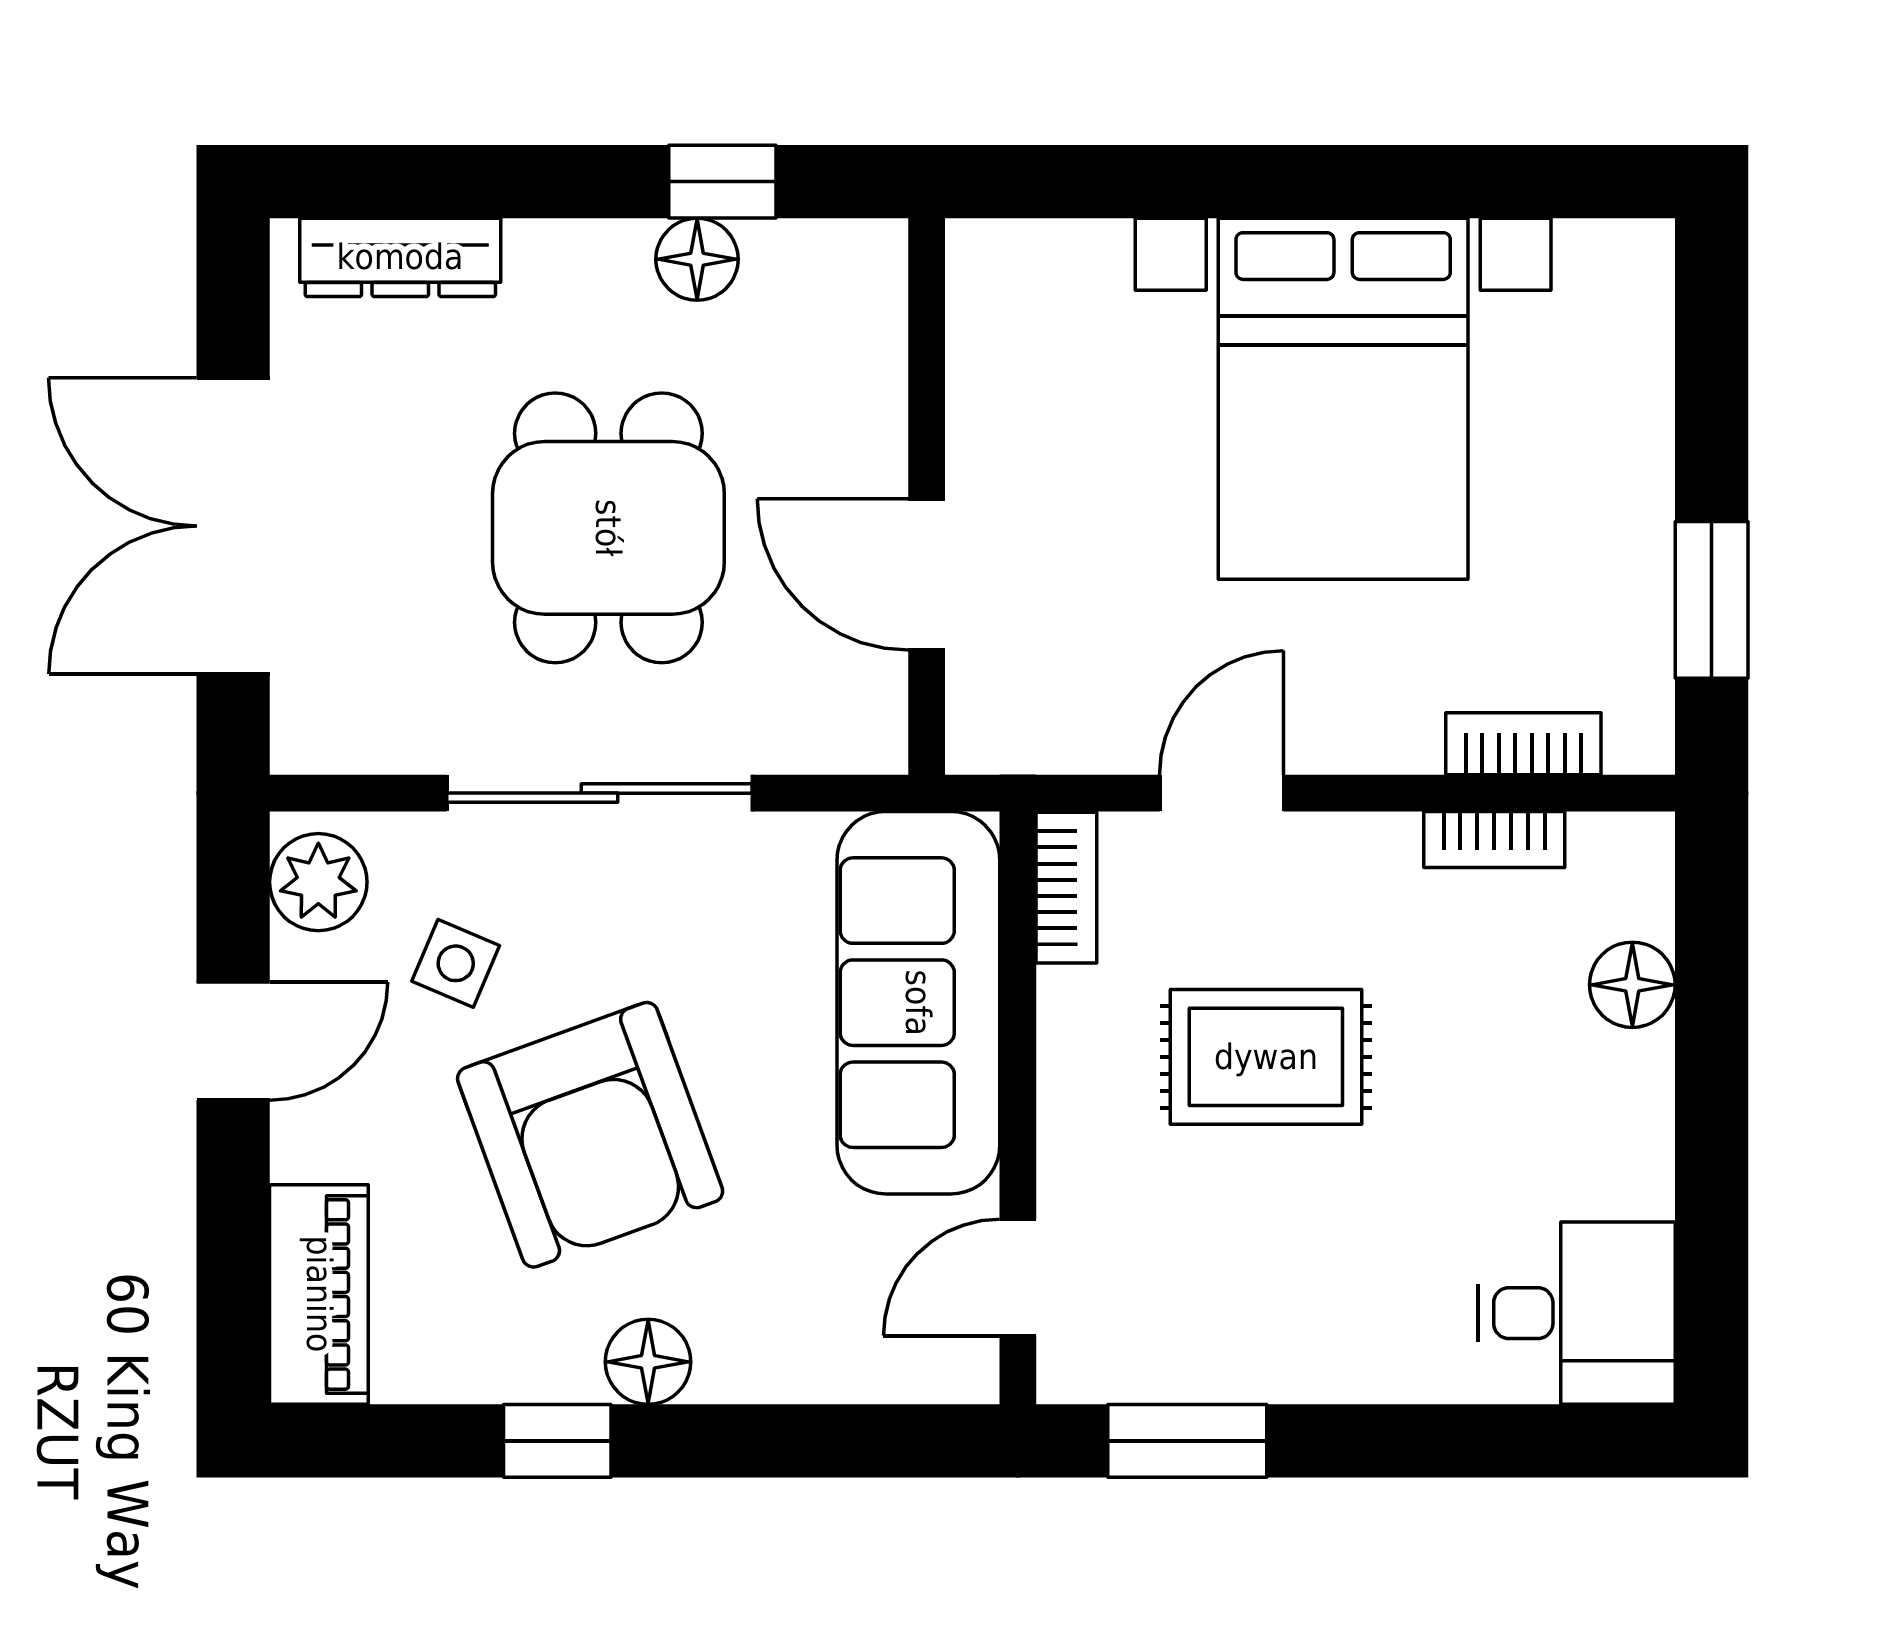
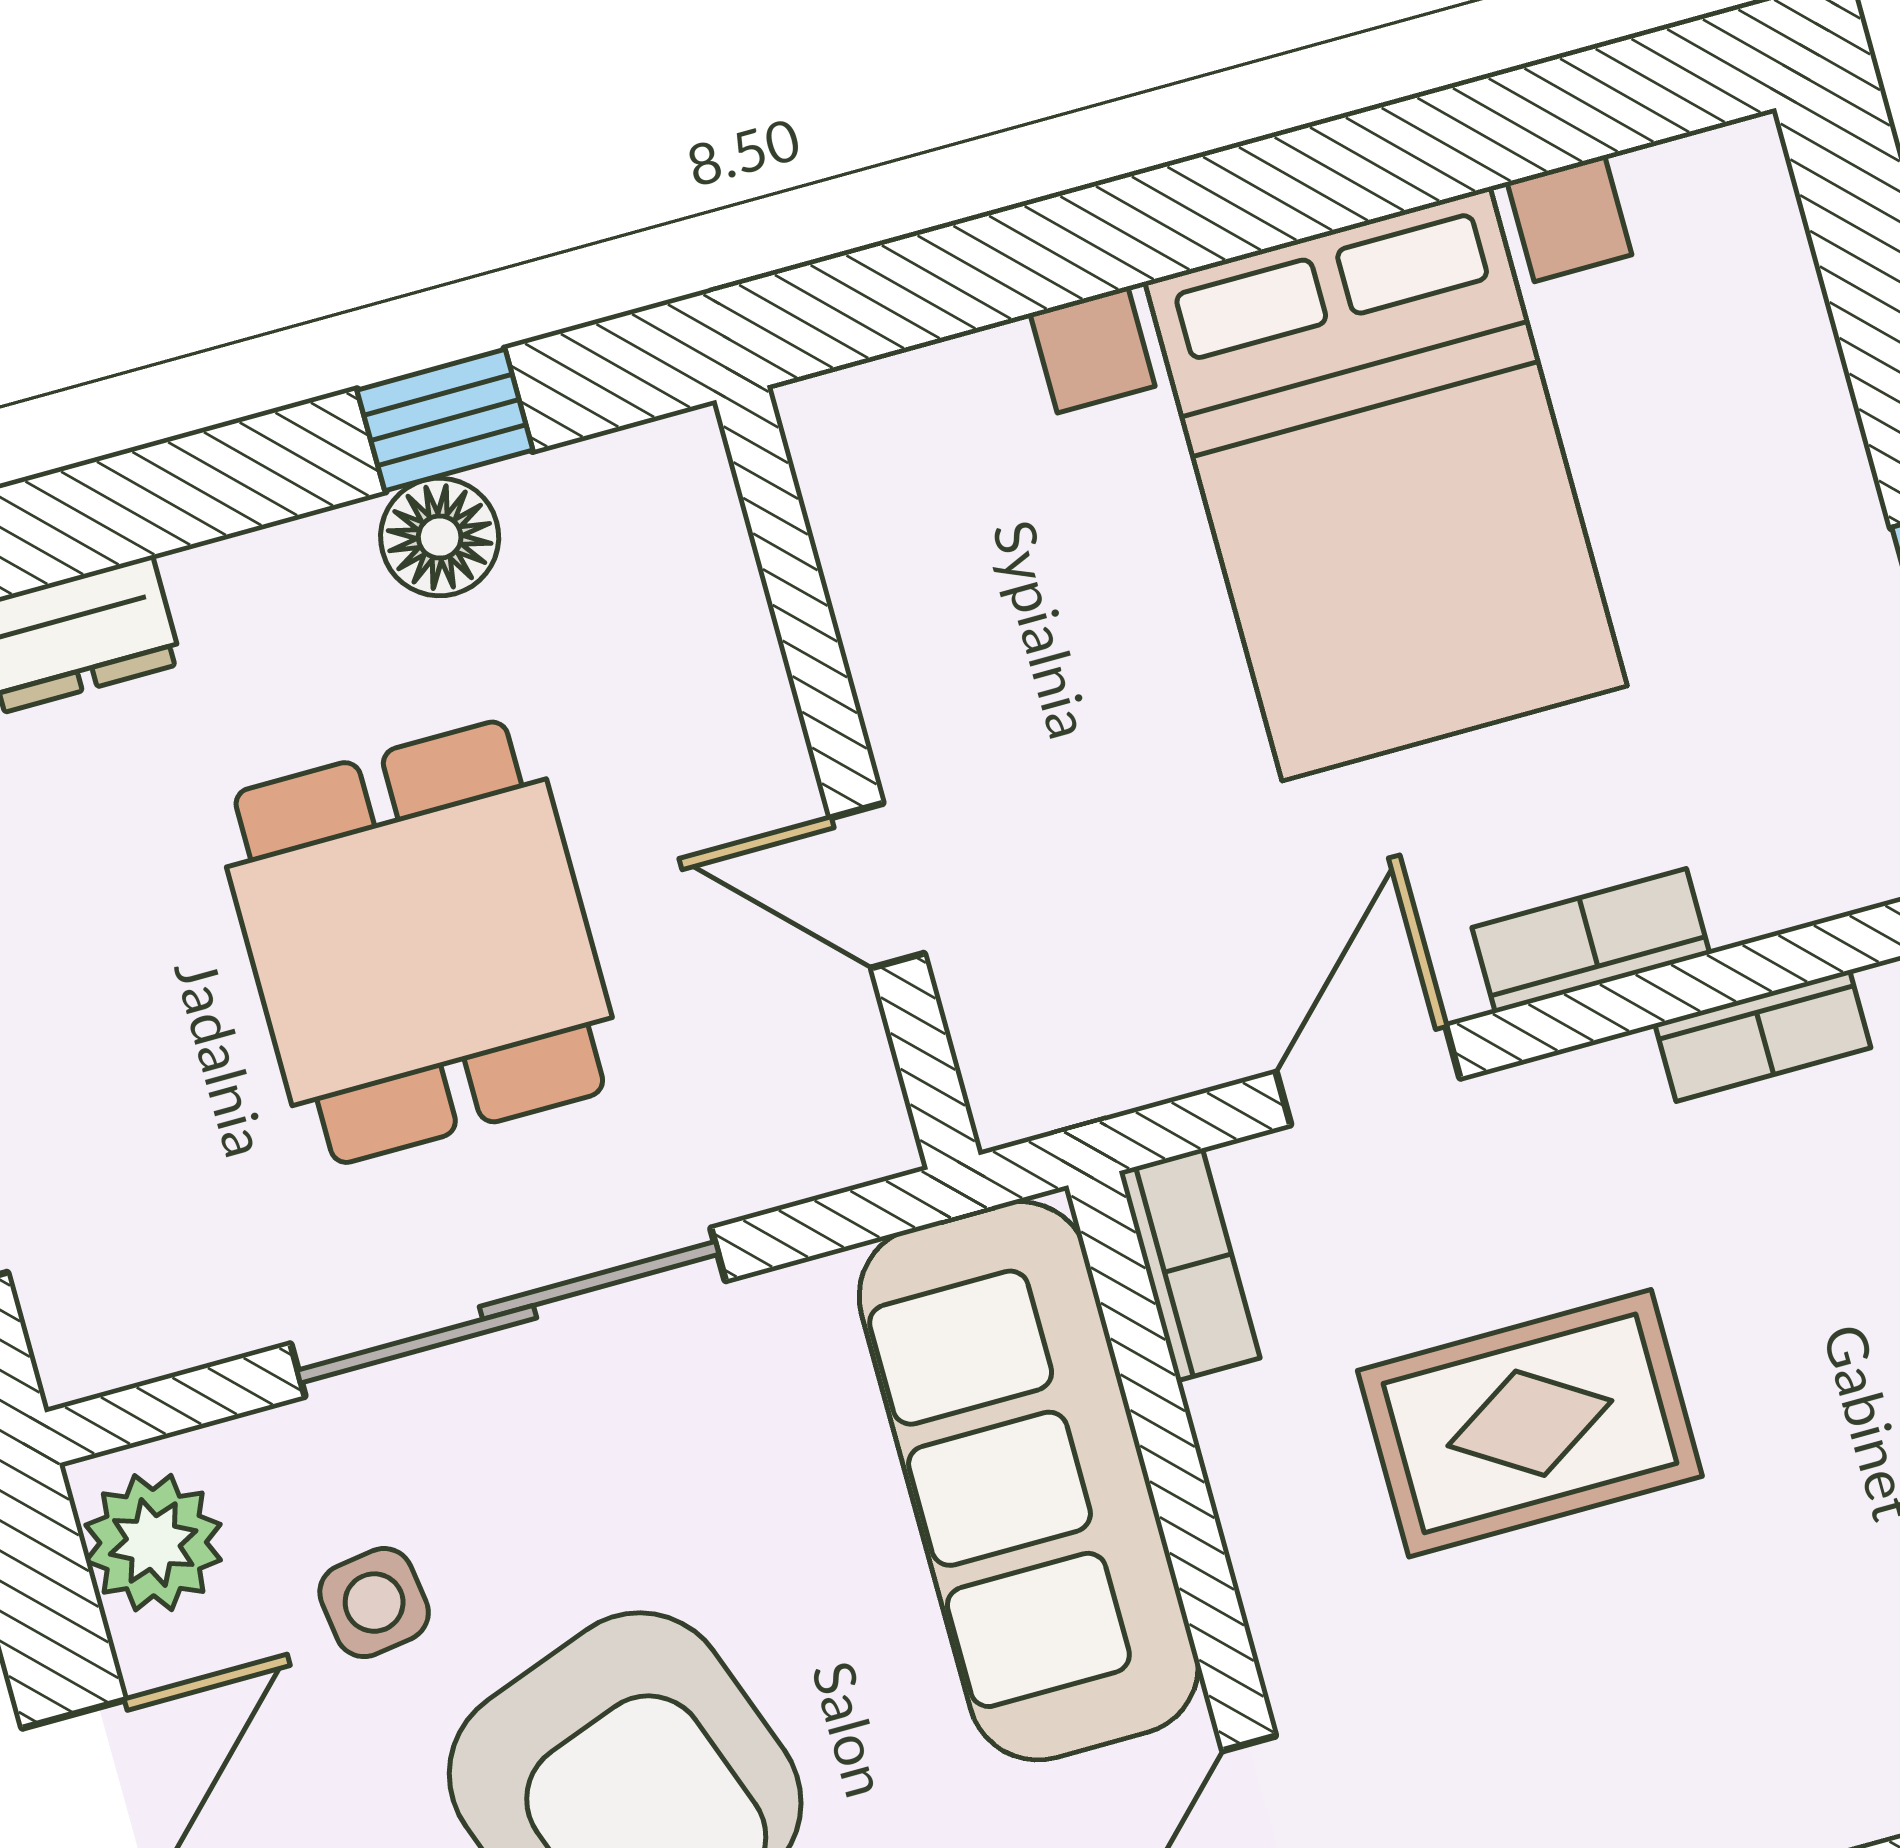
door: (927, 575) -> (877, 886), width x0.73
bookcase: (1523, 744) -> (1591, 941), moved
side table: (456, 963) -> (374, 1603), turned -31

